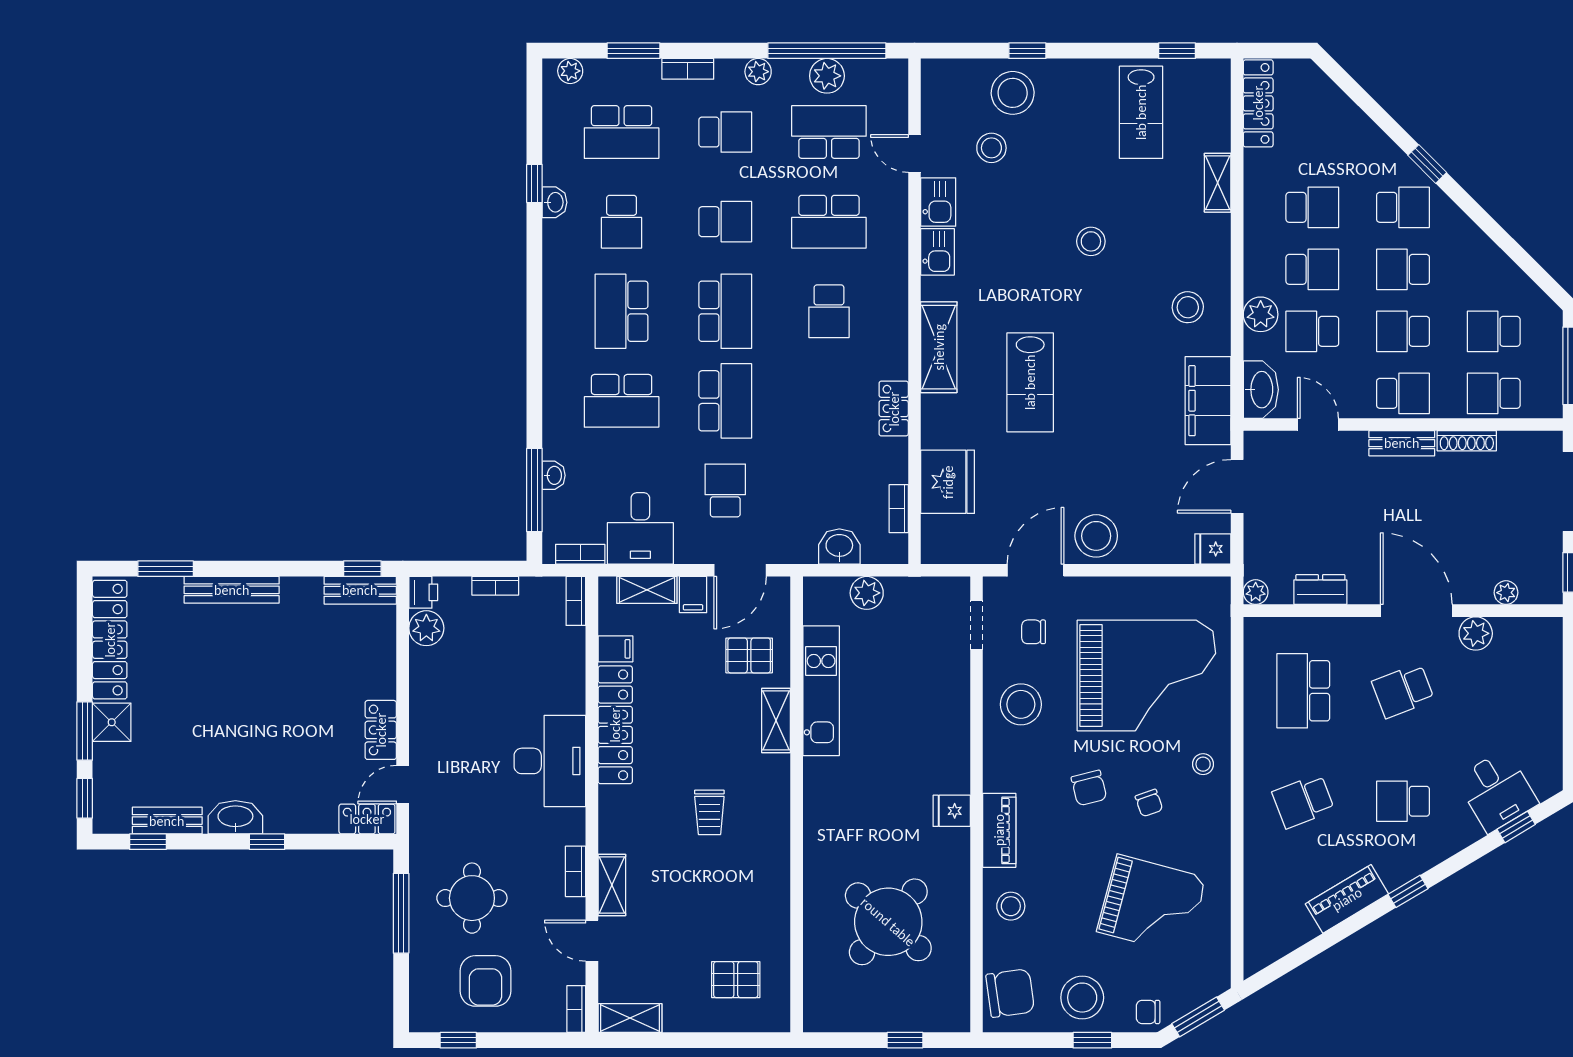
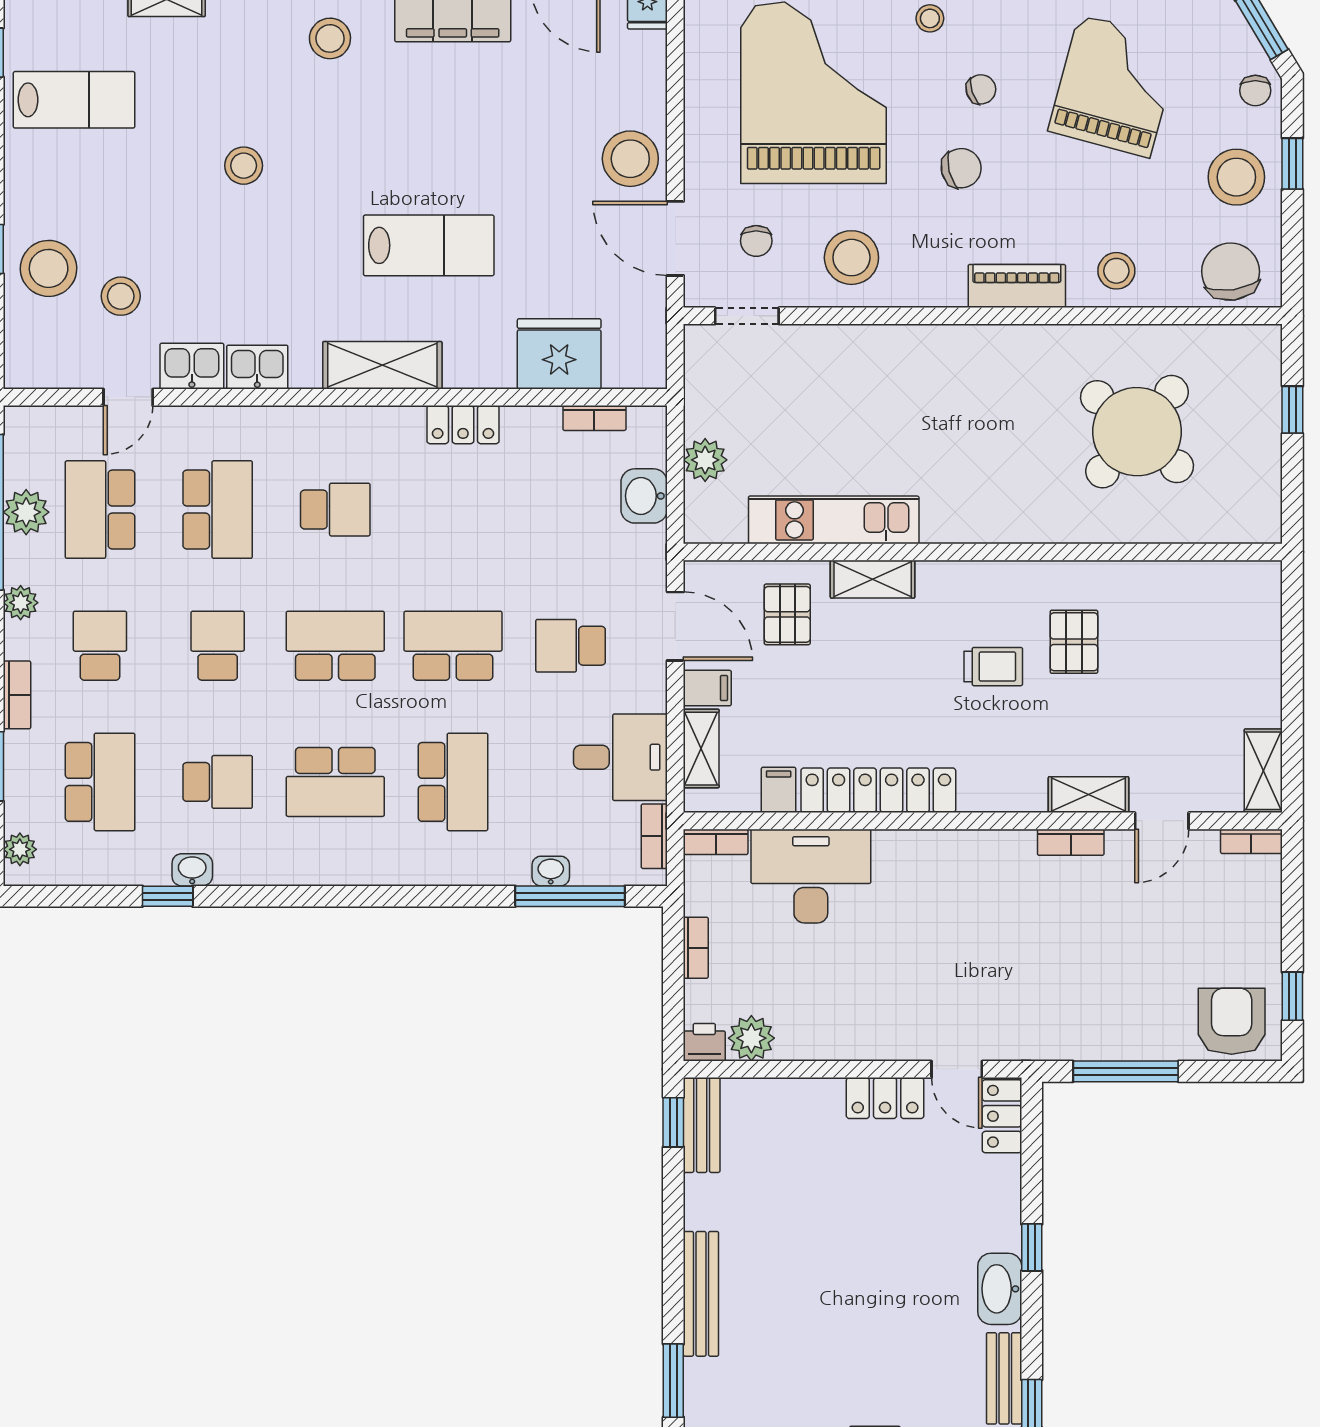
desk: (550, 761) -> (811, 876), moved
fridge: (952, 811) -> (991, 348), removed
round table: (472, 898) -> (1106, 978), removed
pallet: (736, 980) -> (1074, 642), moved
armchair: (485, 981) -> (1232, 1021), moved, turned -90

